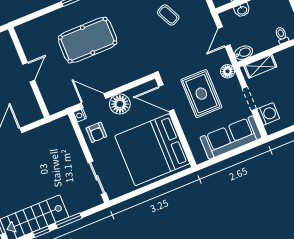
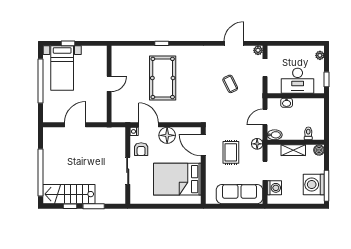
pool table: (88, 40) -> (163, 78), turned 90
shelving: (260, 66) -> (293, 150), moved
rug: (201, 94) -> (231, 152), width x0.73, depth x0.70
bed: (152, 150) -> (177, 179), width x0.73
sliding door: (97, 178) -> (128, 171), moved

